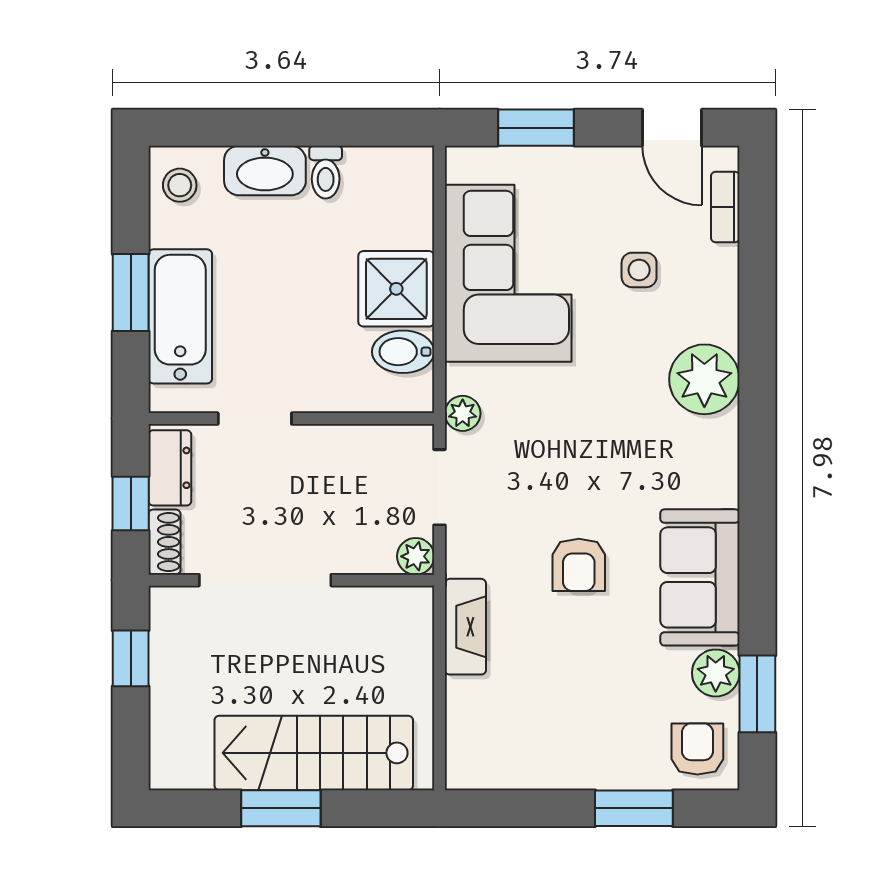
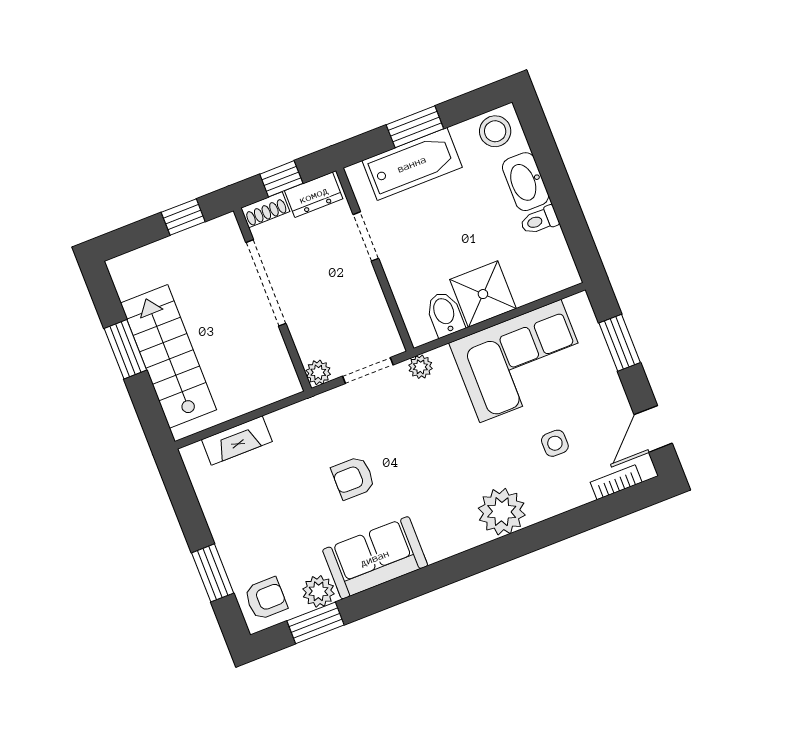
stool: (180, 185) -> (495, 131), width x1.37, depth x1.37
fireplace: (465, 627) -> (237, 440), moved

